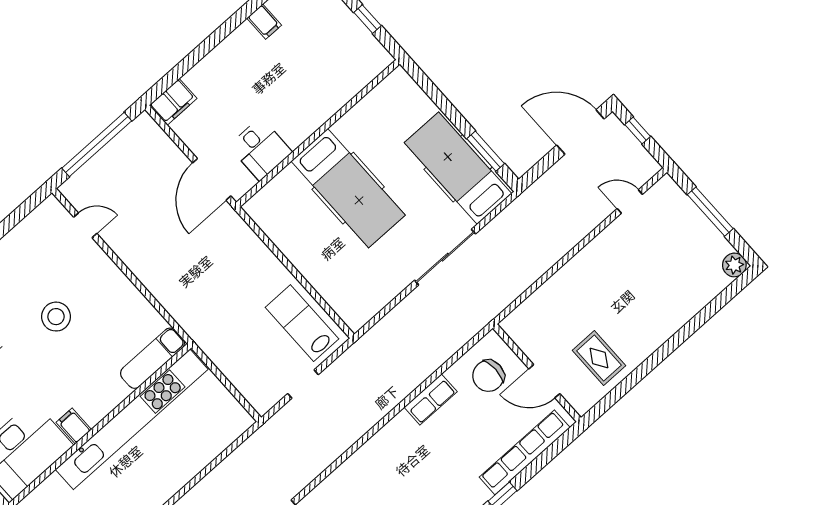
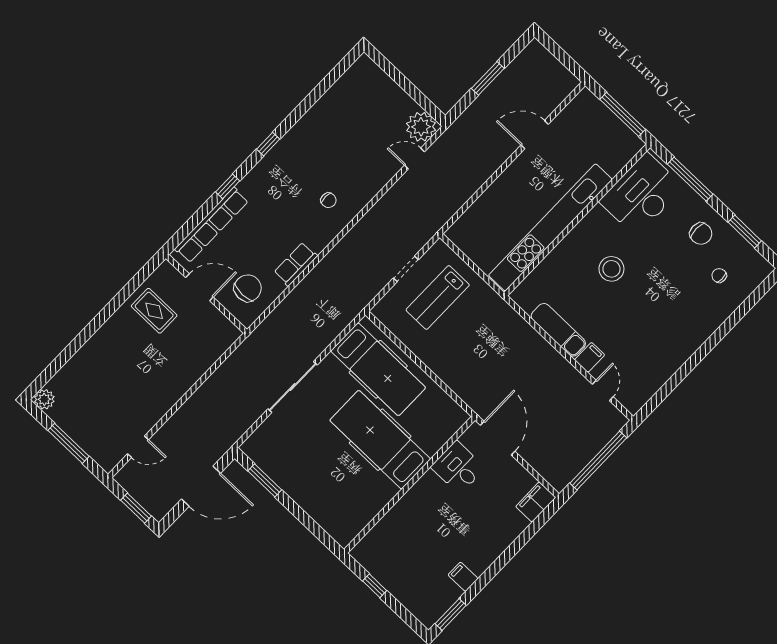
window: (638, 130) -> (136, 508), width x1.50
door: (580, 132) -> (201, 486), moved
hospital bed: (458, 168) -> (378, 369), moved
door: (85, 225) -> (603, 391), swing flipped
stool: (56, 317) -> (611, 269), moved
lab bench: (302, 323) -> (438, 297), moved, turned 90
exam couch: (152, 358) -> (558, 330), moved, turned -90
filing cabinet: (74, 426) -> (590, 357), moved, turned -90
chair: (387, 471) -> (328, 200), added

